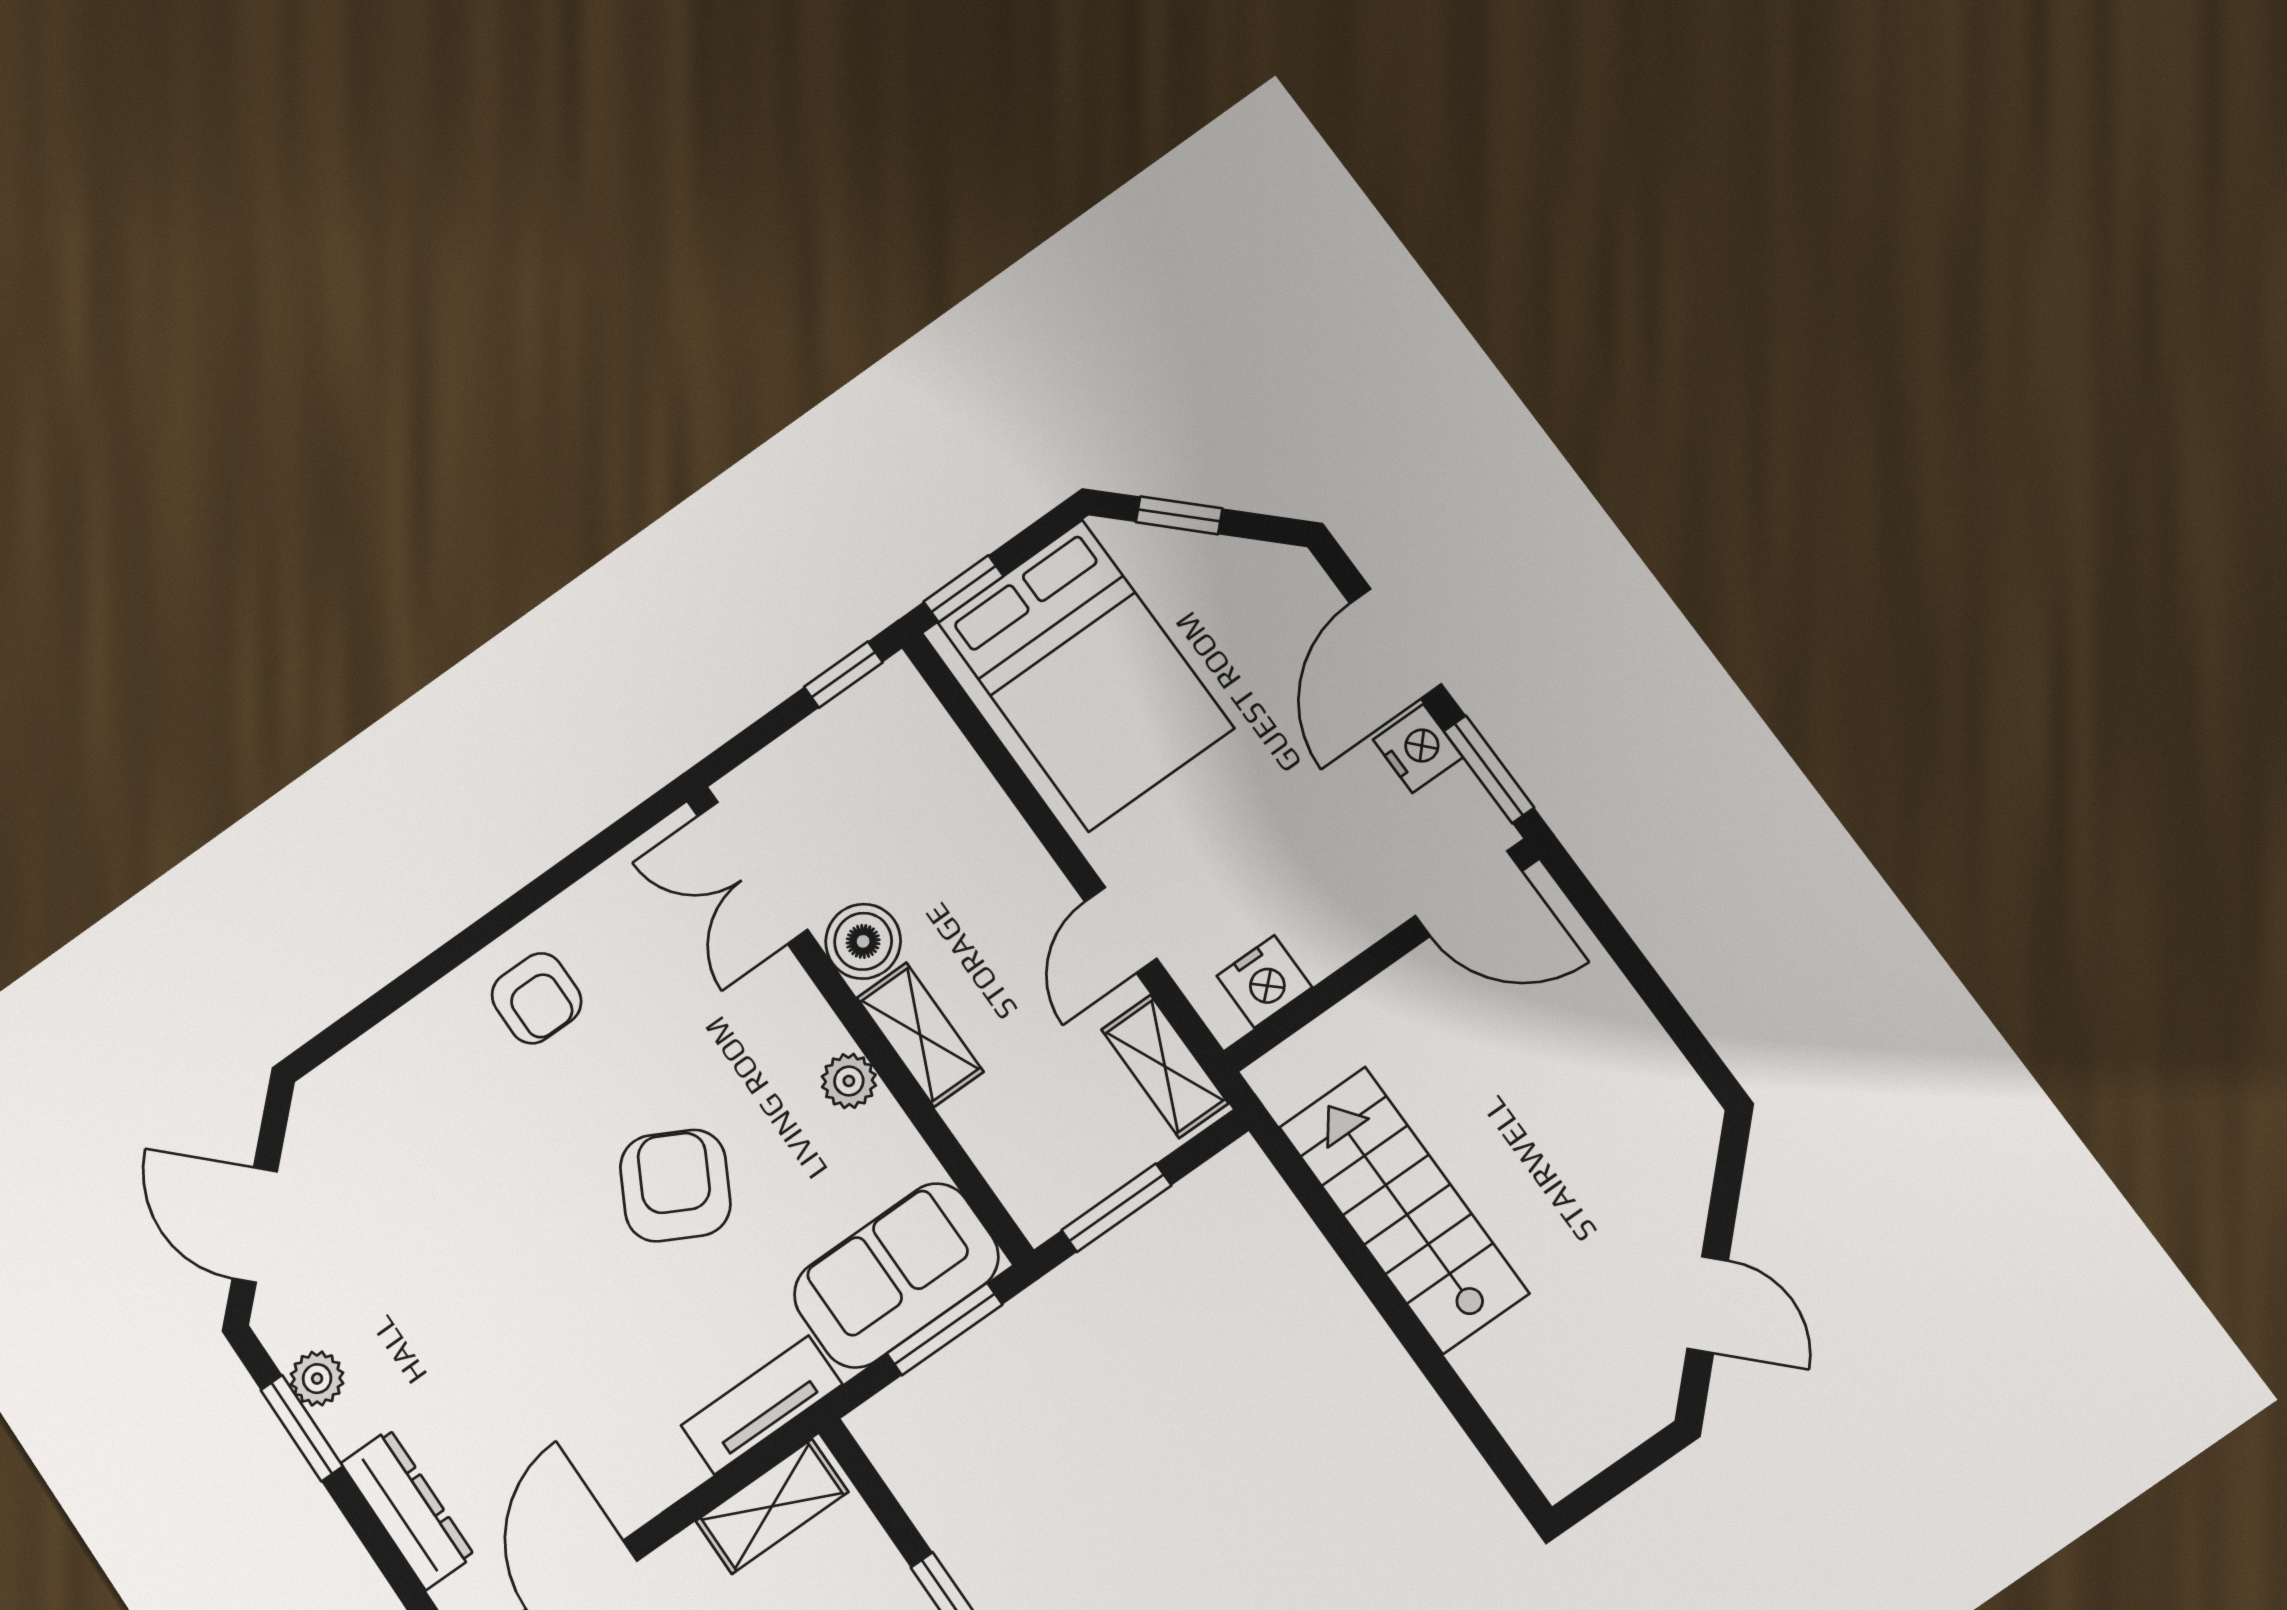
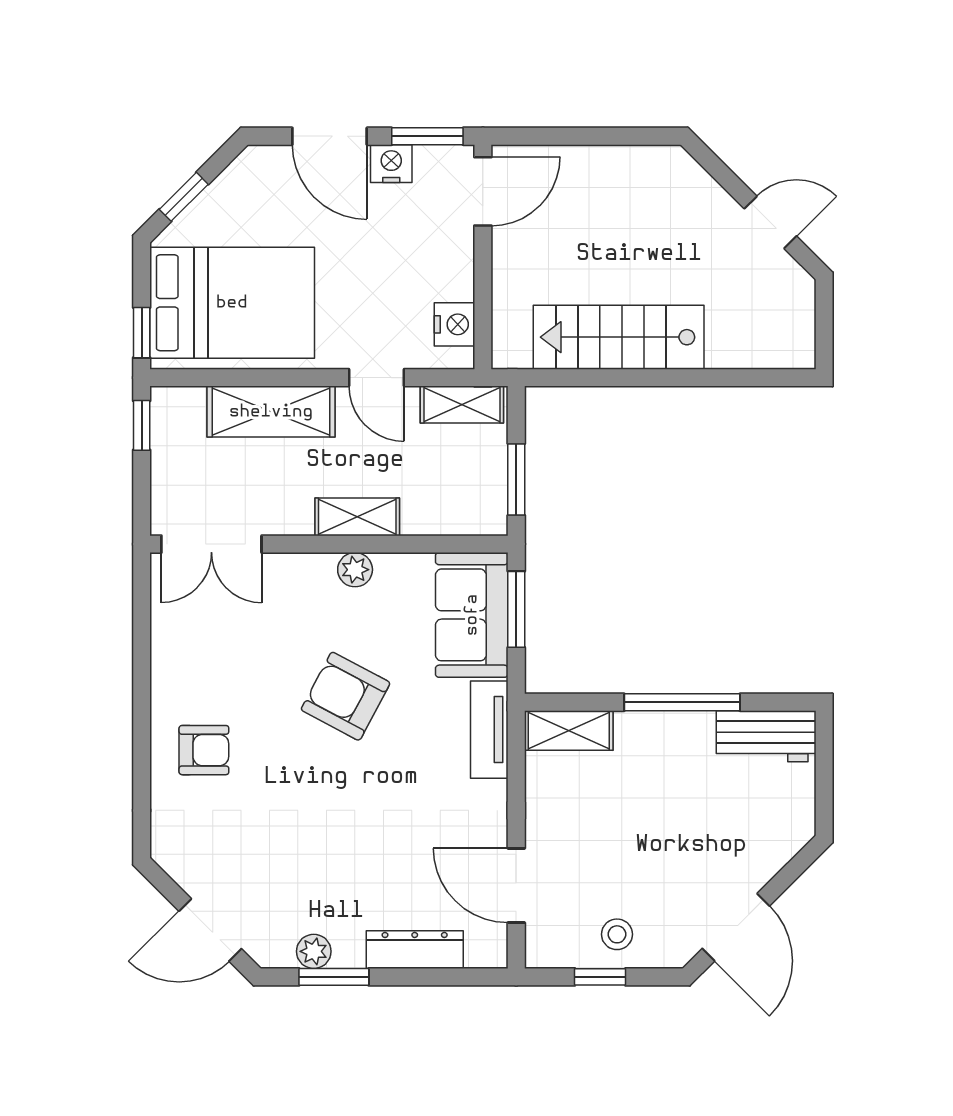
shelving: (979, 826) -> (271, 412), added
boiler: (863, 941) -> (288, 512), removed
armchair: (537, 998) -> (204, 750), moved
shelving: (772, 1506) -> (569, 730), moved, turned 90

